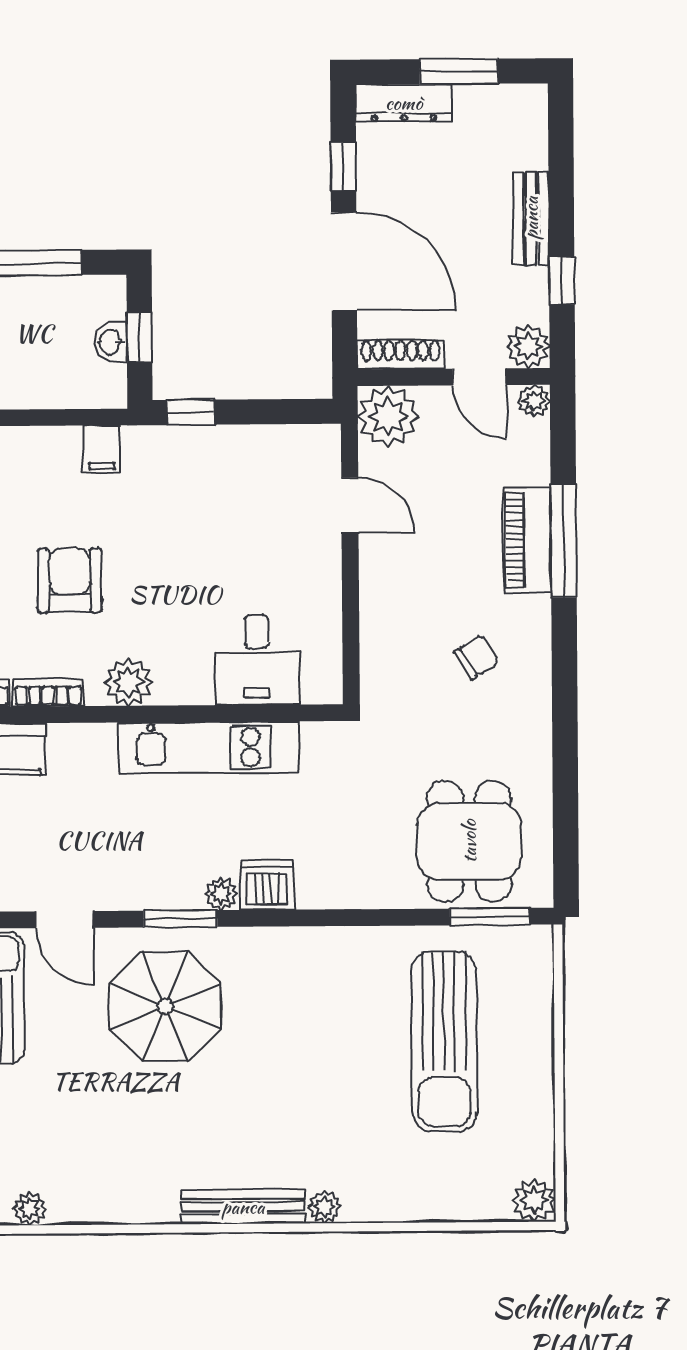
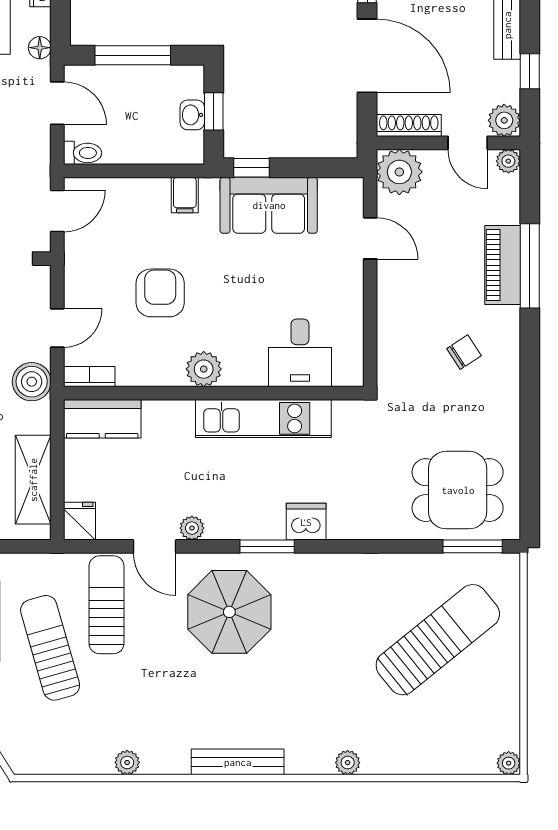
sofa: (214, 462) -> (269, 205), added
bookcase: (48, 692) -> (143, 376), removed
dining table: (469, 841) -> (458, 490), turned 90
plant: (221, 894) -> (192, 528), moved
window: (180, 919) -> (267, 546), moved
sun lounger: (444, 1042) -> (438, 640), turned -129
plant: (534, 1200) -> (509, 763), width x0.73, depth x0.73
bench: (243, 1207) -> (238, 762), moved

